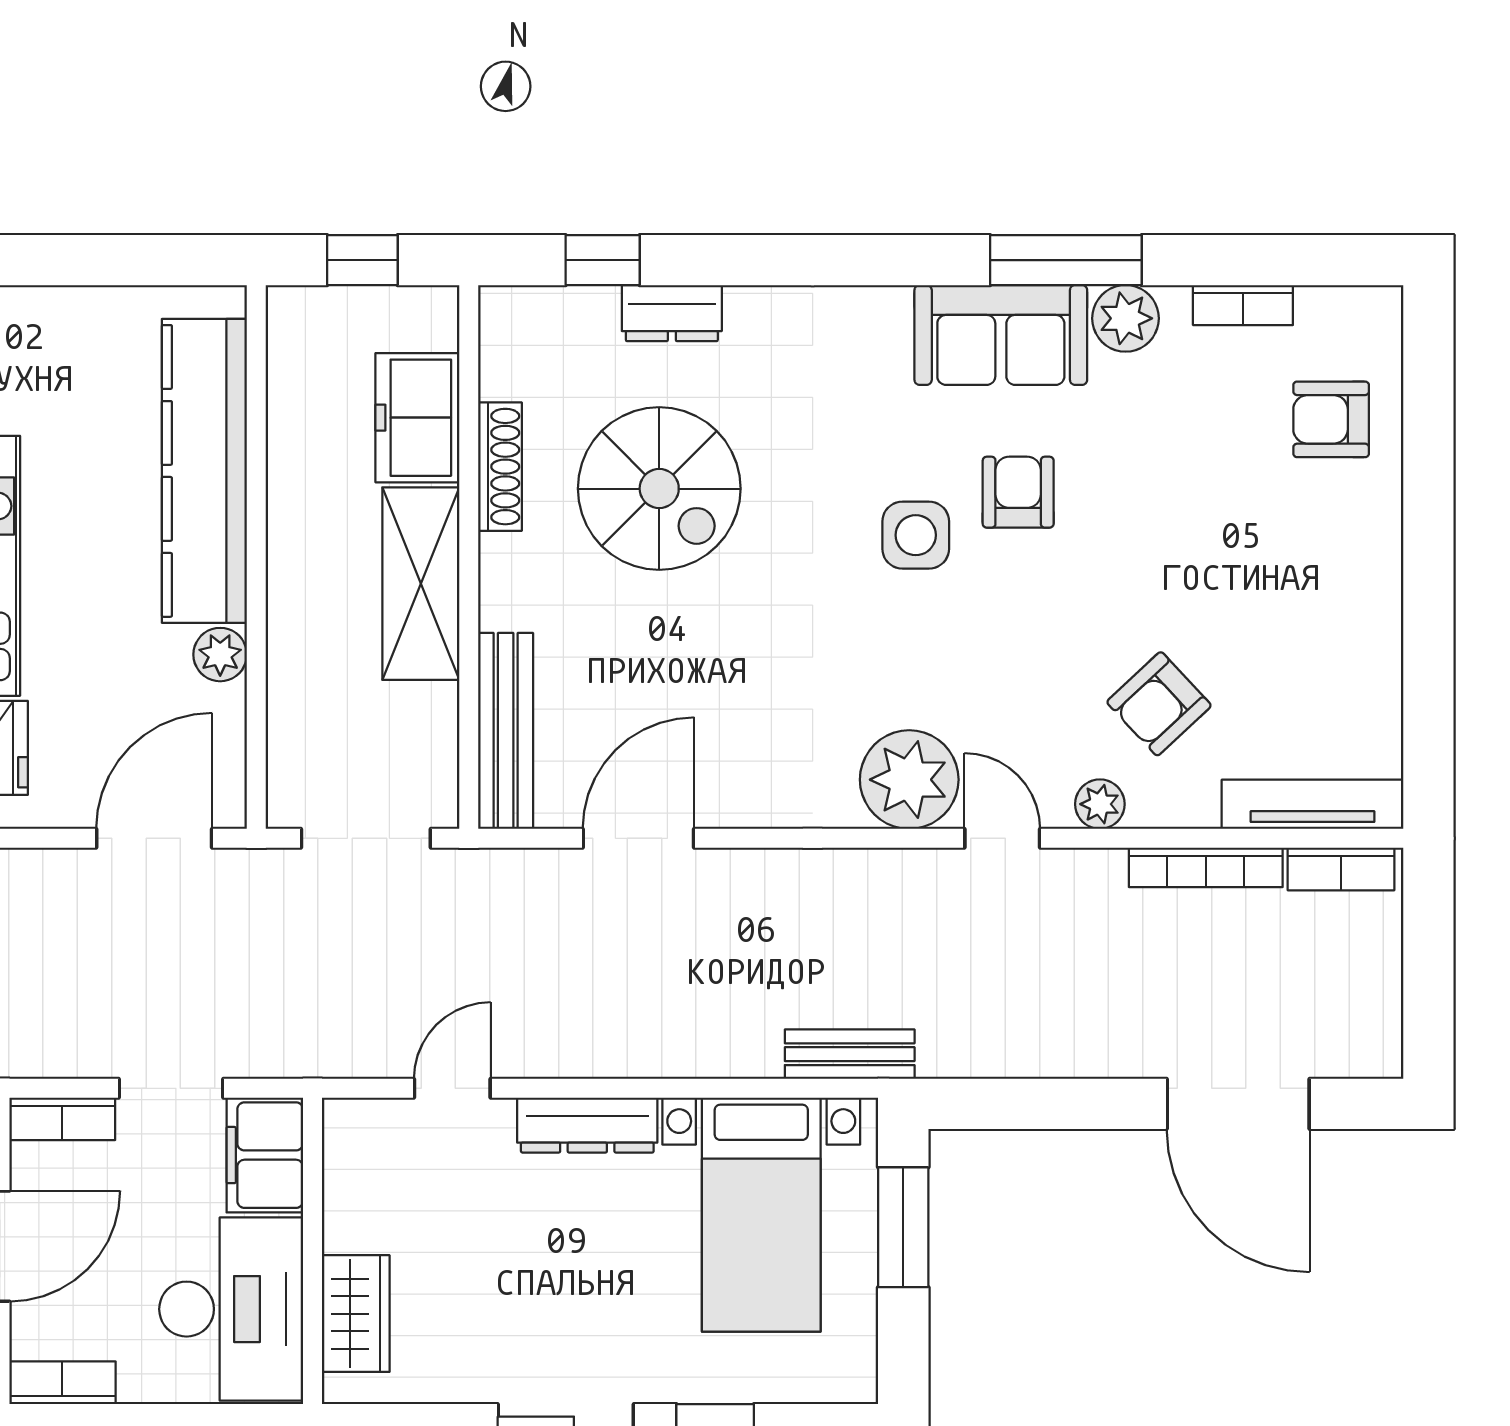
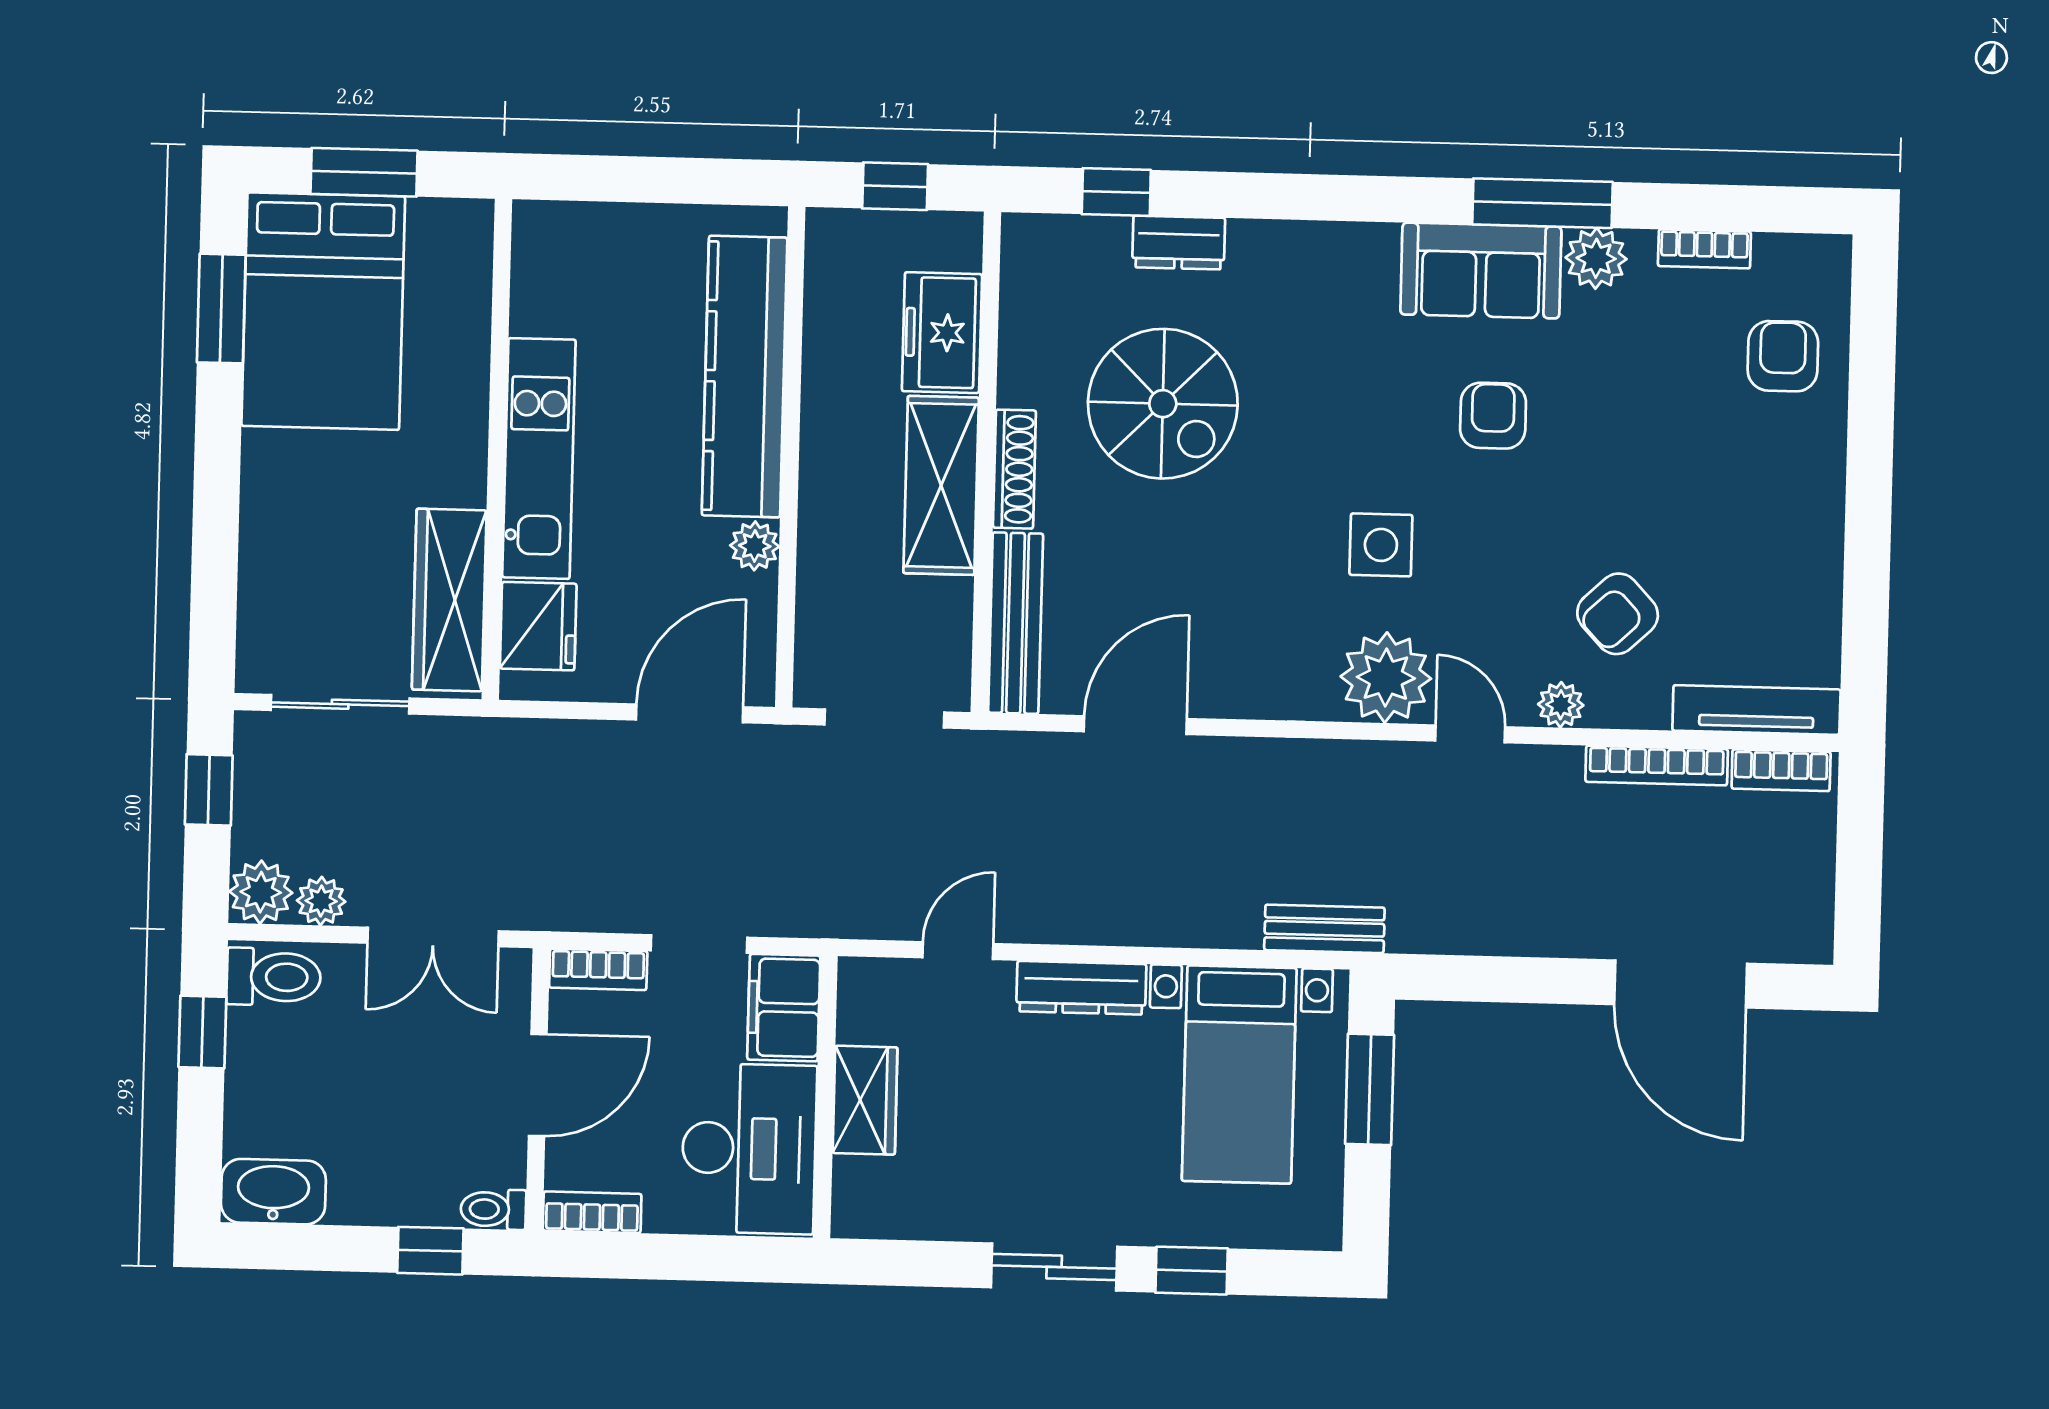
armchair: (1331, 419) -> (1783, 356), turned 90
shoe rack: (500, 467) -> (1014, 469), moved
side table: (916, 535) -> (1381, 545), moved
wardrobe: (356, 1314) -> (865, 1100), moved

